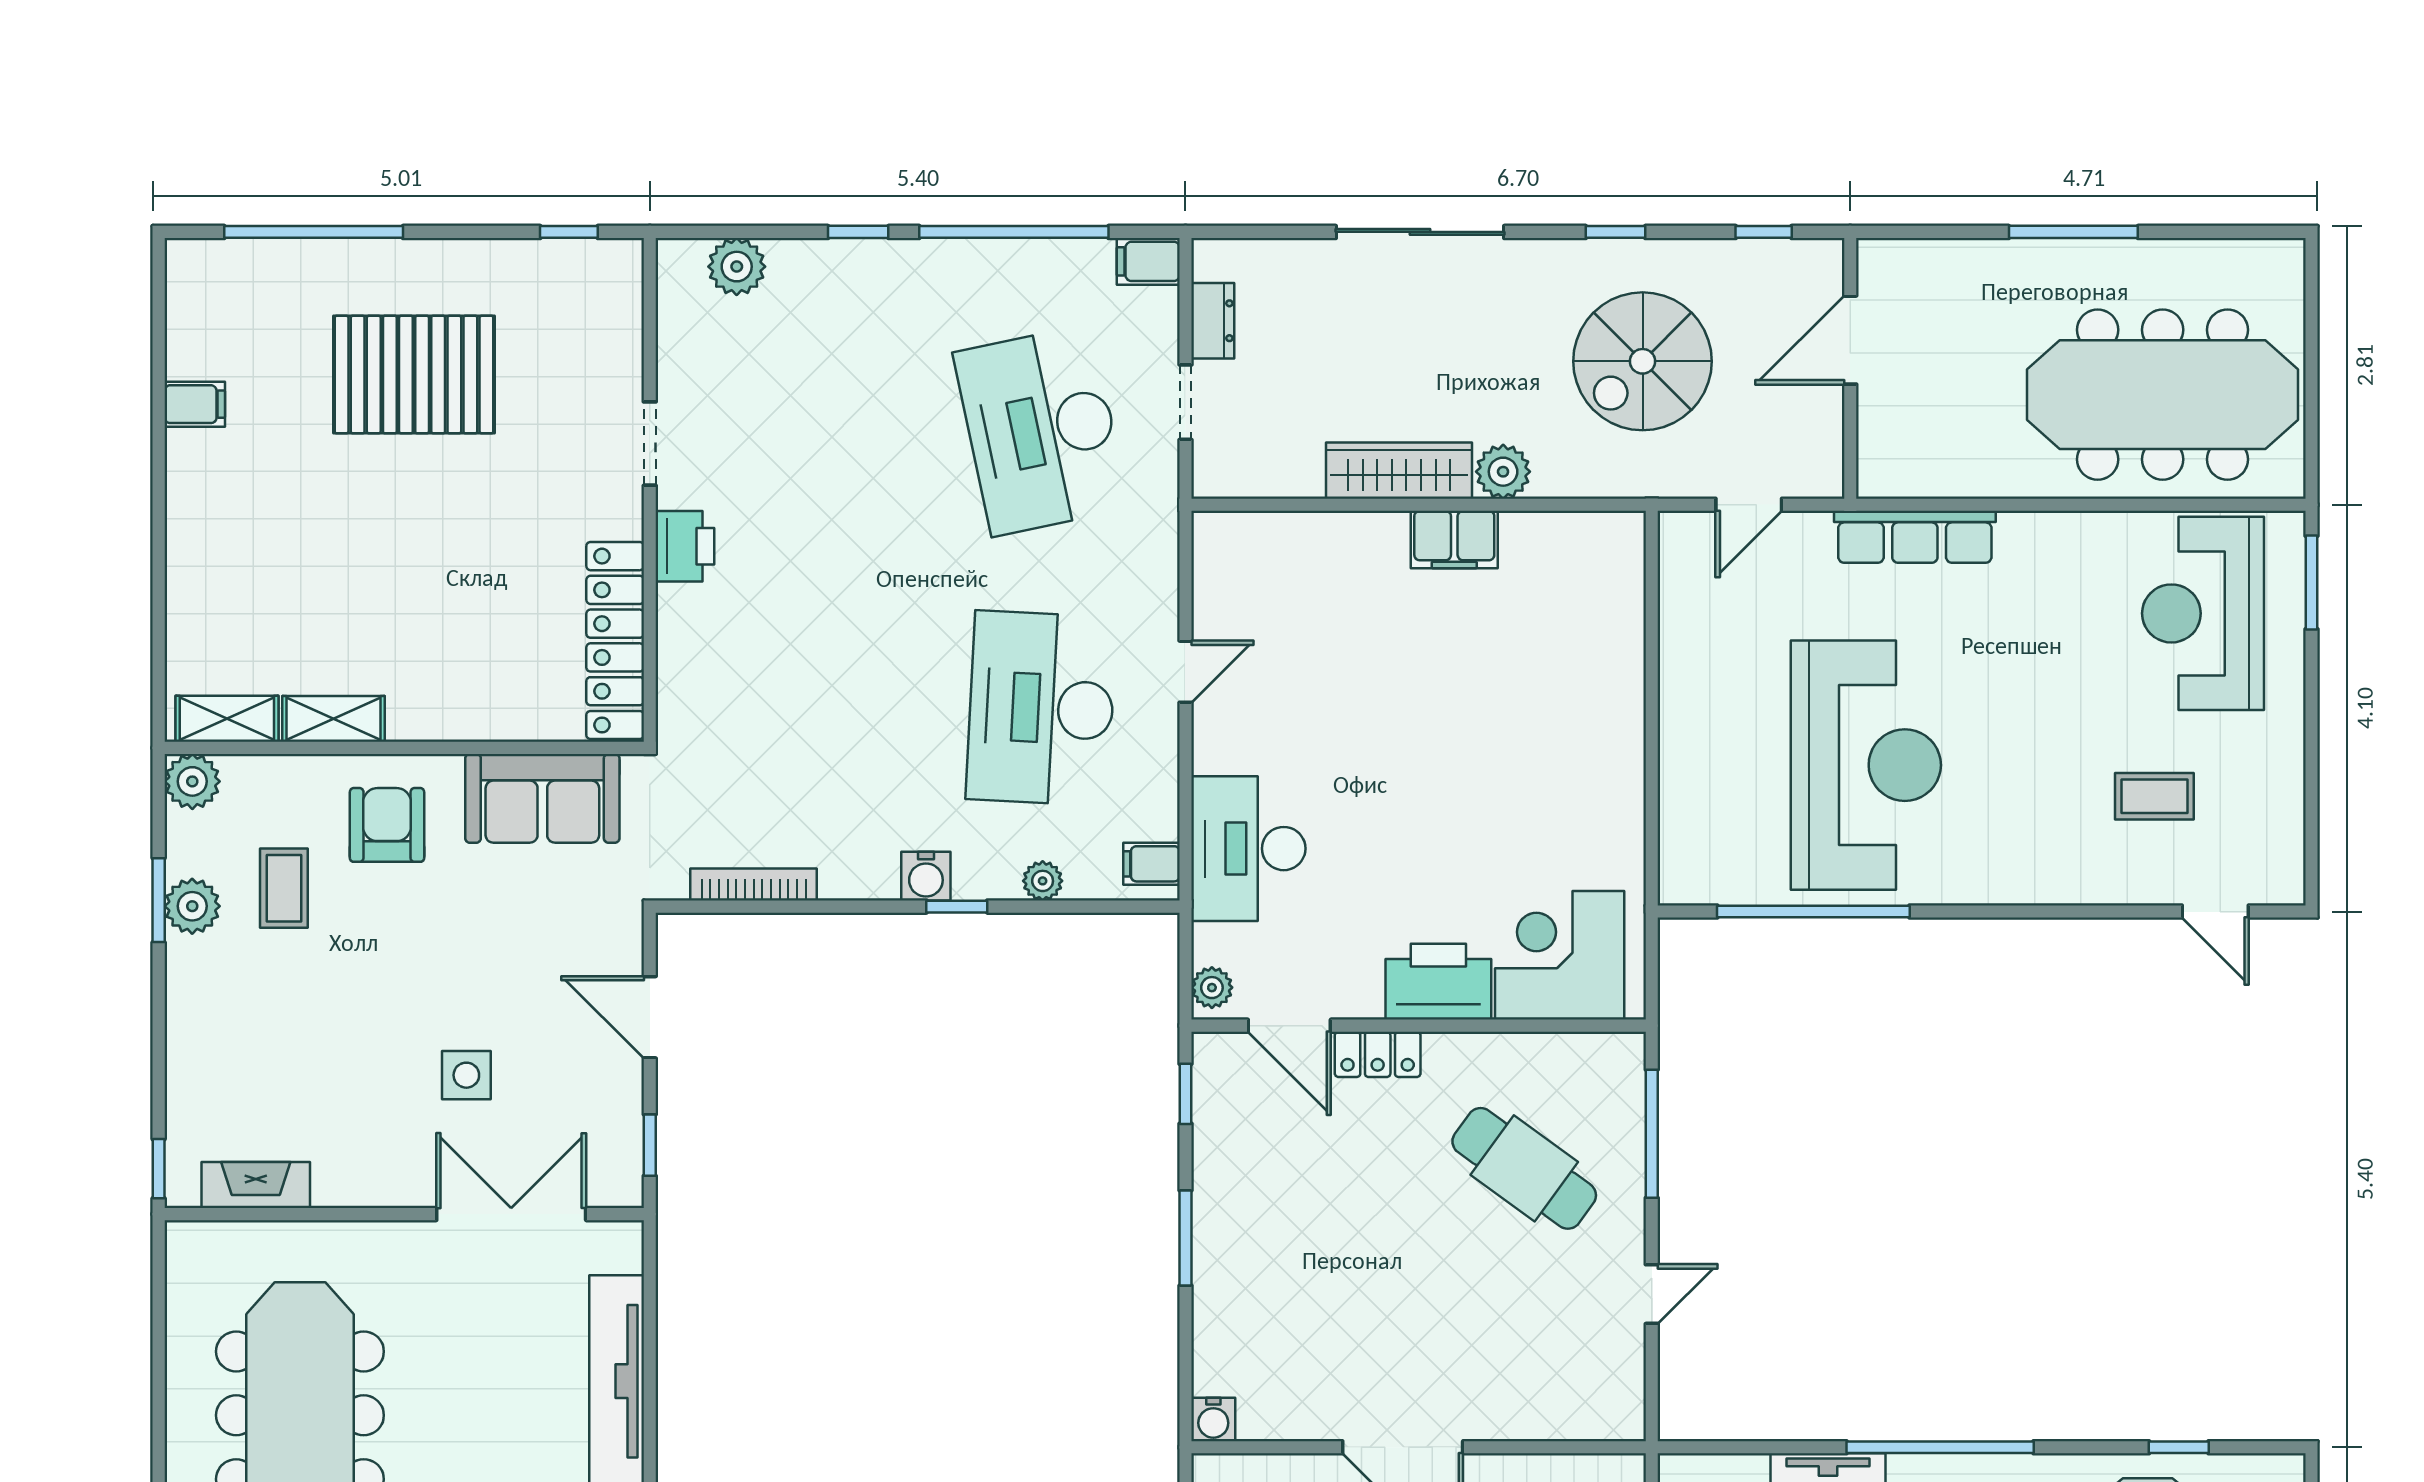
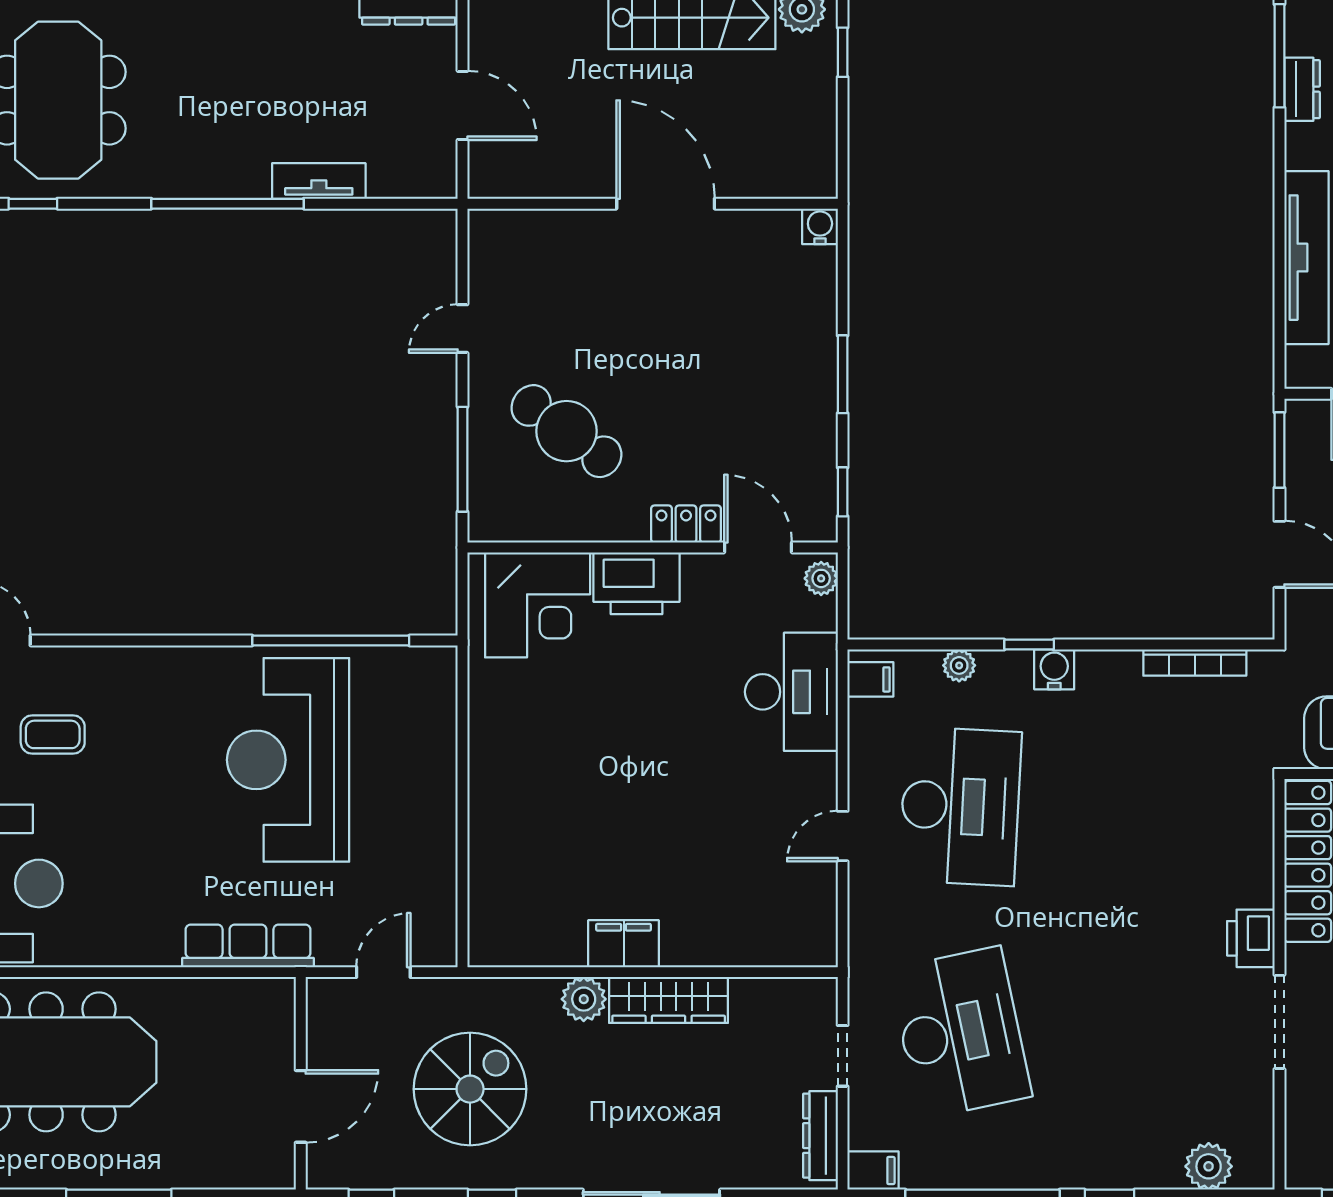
dresser: (1213, 321) -> (820, 1136), width x1.44
doorway: (650, 444) -> (1279, 1022), width x1.38
window: (650, 1145) -> (1279, 450), width x1.50

